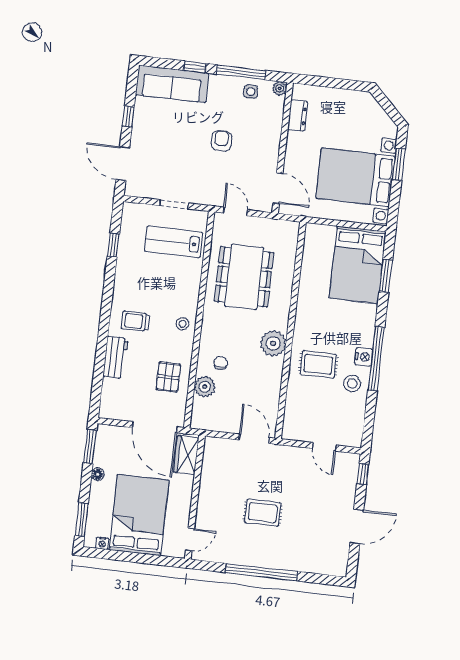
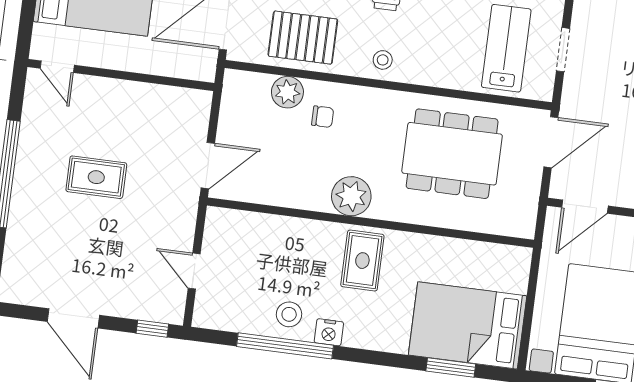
door: (235, 211) -> (551, 142), width x1.38
window: (376, 359) -> (285, 346), moved
rug: (318, 364) -> (362, 261), moved
pallet: (168, 377) -> (303, 38), width x1.50, depth x1.42
door: (324, 447) -> (194, 271), hinge flipped
wardrobe: (186, 455) -> (185, 63), removed
rug: (263, 513) -> (96, 177), turned 90

